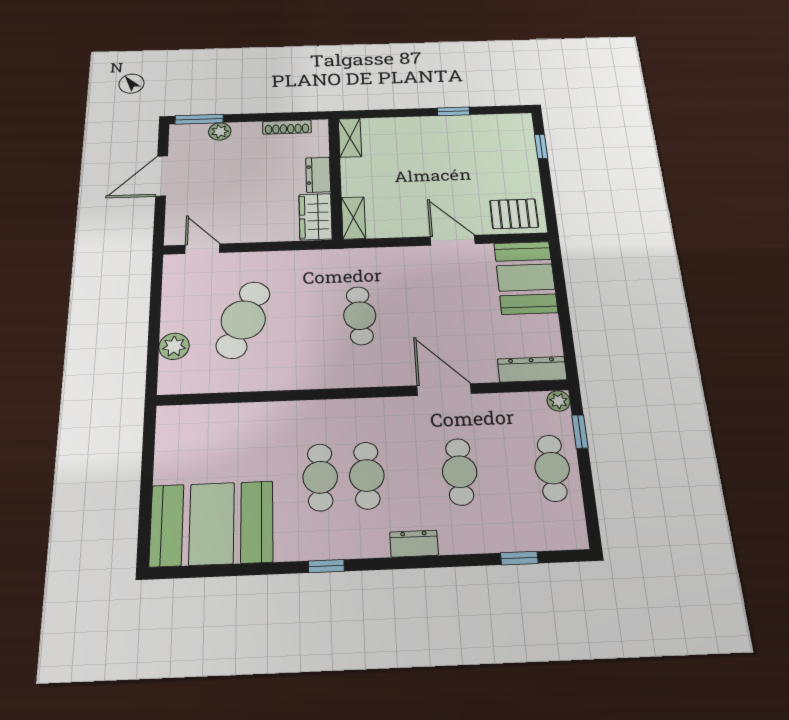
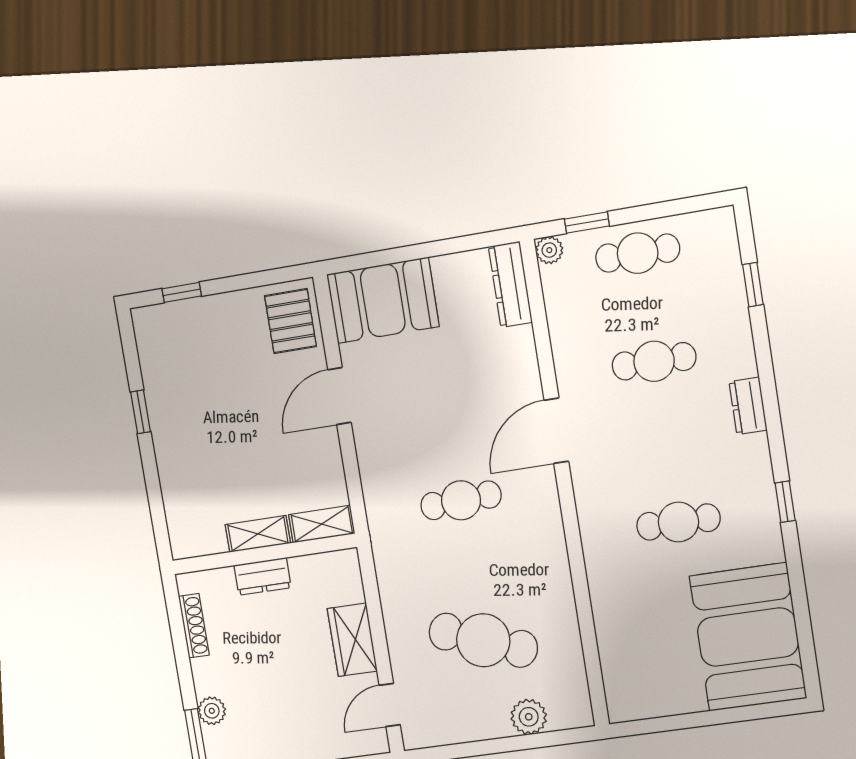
shelving: (350, 138) -> (258, 534), moved
wardrobe: (315, 217) -> (352, 640), moved, turned 90
door: (444, 390) -> (556, 431), moved
cafe table: (367, 475) -> (670, 469), removed

